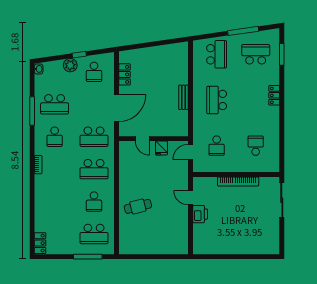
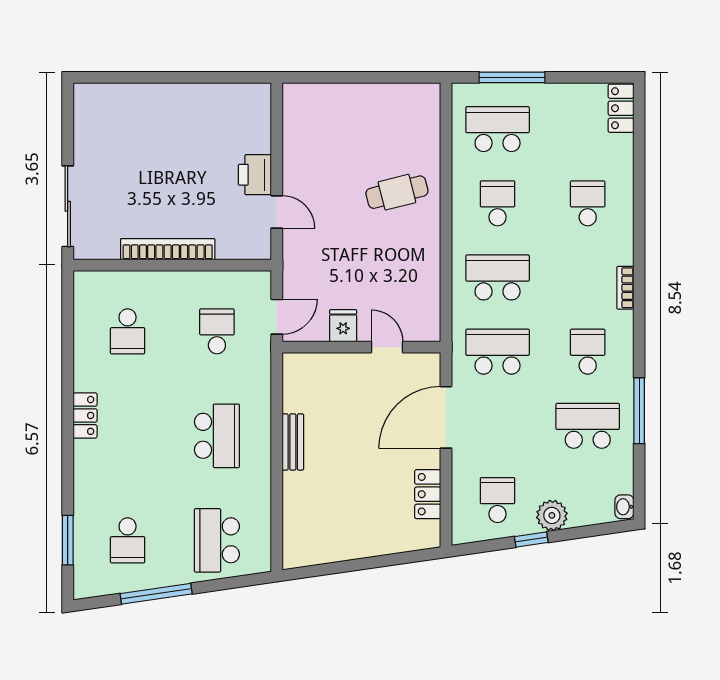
school desk: (256, 54) -> (128, 540), width x0.54
locker: (274, 95) -> (85, 415), moved
school desk: (55, 202) -> (588, 203), added

